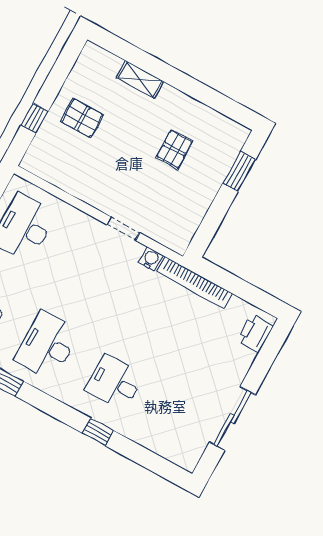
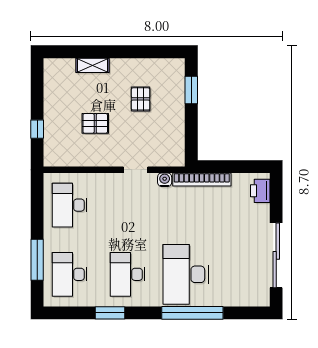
pallet: (82, 118) -> (95, 123), moved
desk: (115, 383) -> (186, 274), width x1.87, depth x1.30
sliding door: (232, 419) -> (276, 255), width x1.36
window: (98, 432) -> (192, 313), width x3.17

